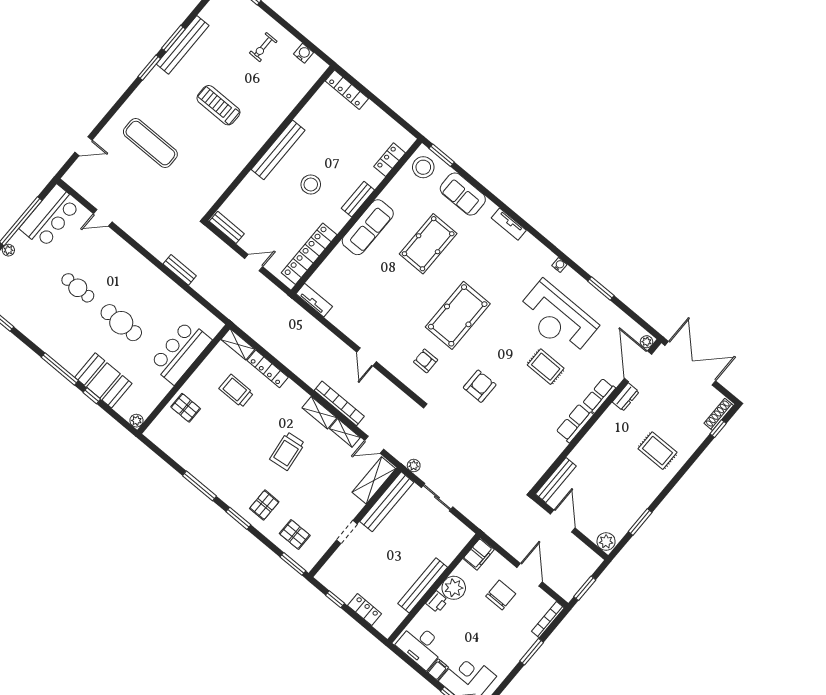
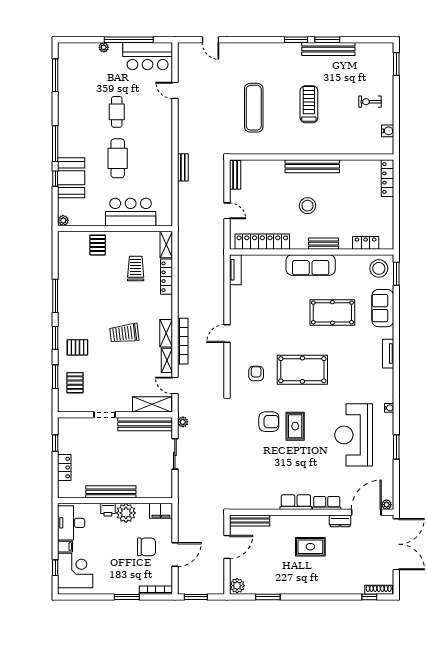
exercise mat: (150, 143) -> (254, 108), moved
rug: (546, 367) -> (295, 426), moved
rug: (657, 451) -> (310, 547), moved, turned 90
window: (293, 564) -> (55, 377), moved

